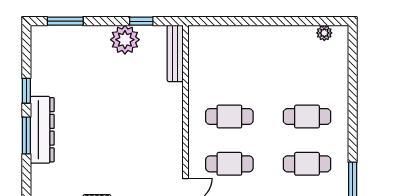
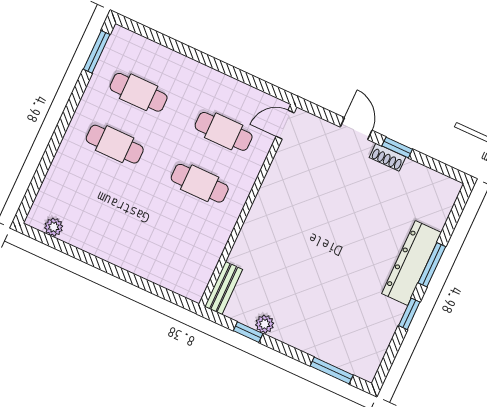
plant: (125, 40) -> (265, 324), width x0.53, depth x0.53
bench: (175, 53) -> (224, 288), width x0.73

